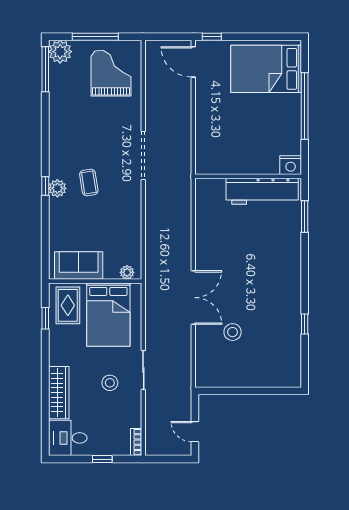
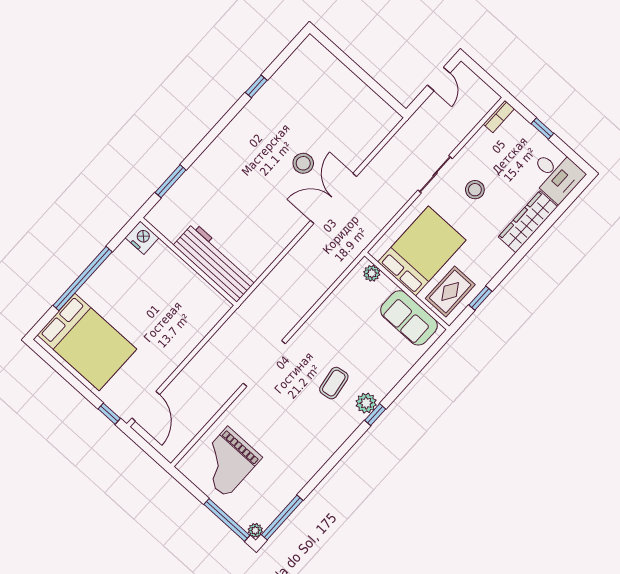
window: (95, 37) -> (227, 520), moved
plant: (60, 52) -> (255, 530), width x0.53, depth x0.53
workbench: (262, 191) -> (215, 262), moved
stool: (233, 332) -> (303, 163), moved

